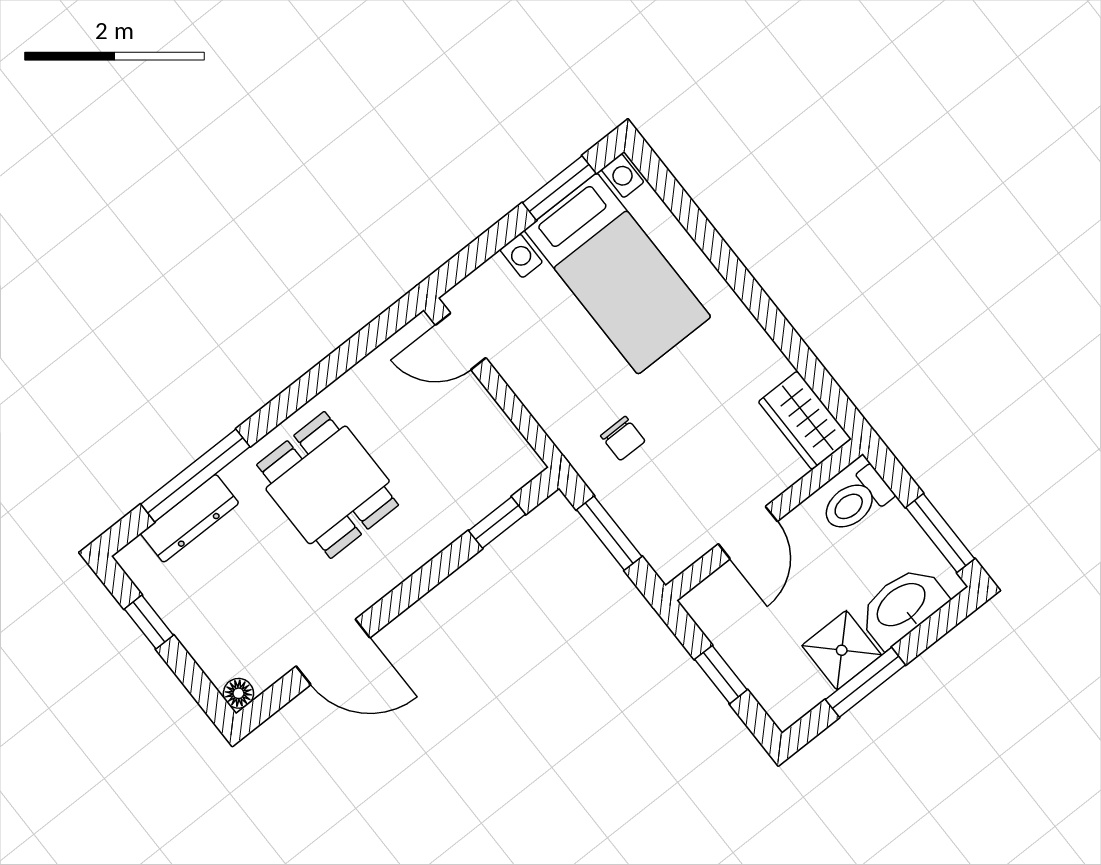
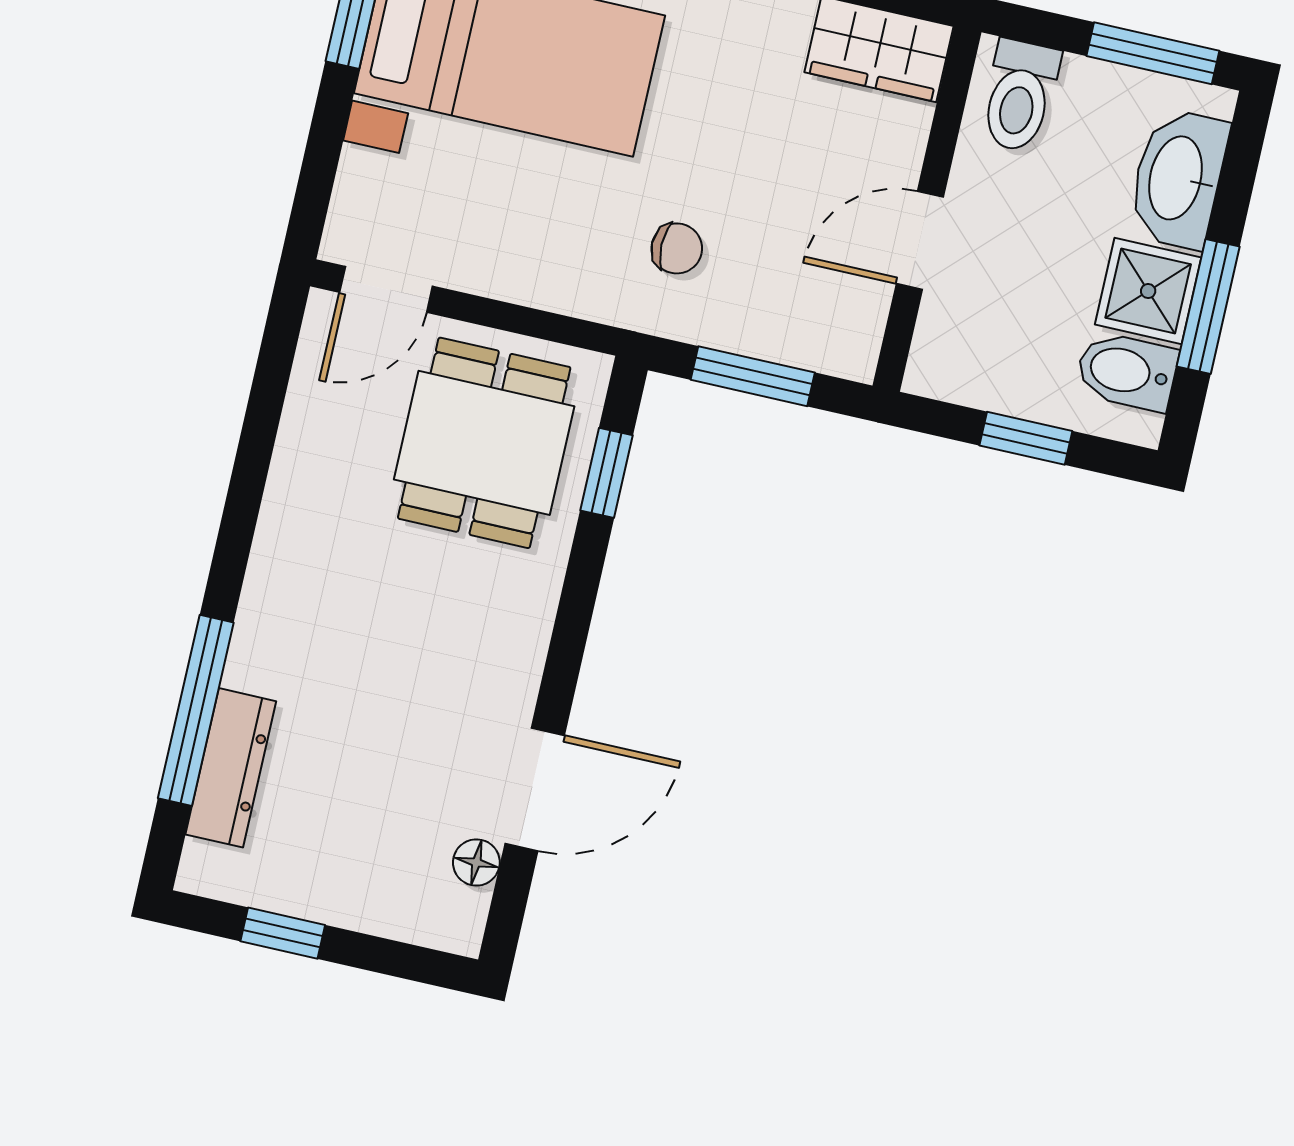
dining table: (328, 485) -> (484, 443), moved, turned 90
door: (748, 533) -> (920, 240), swing flipped
bidet: (798, 682) -> (1127, 371), added
floor lamp: (238, 693) -> (476, 862), moved

